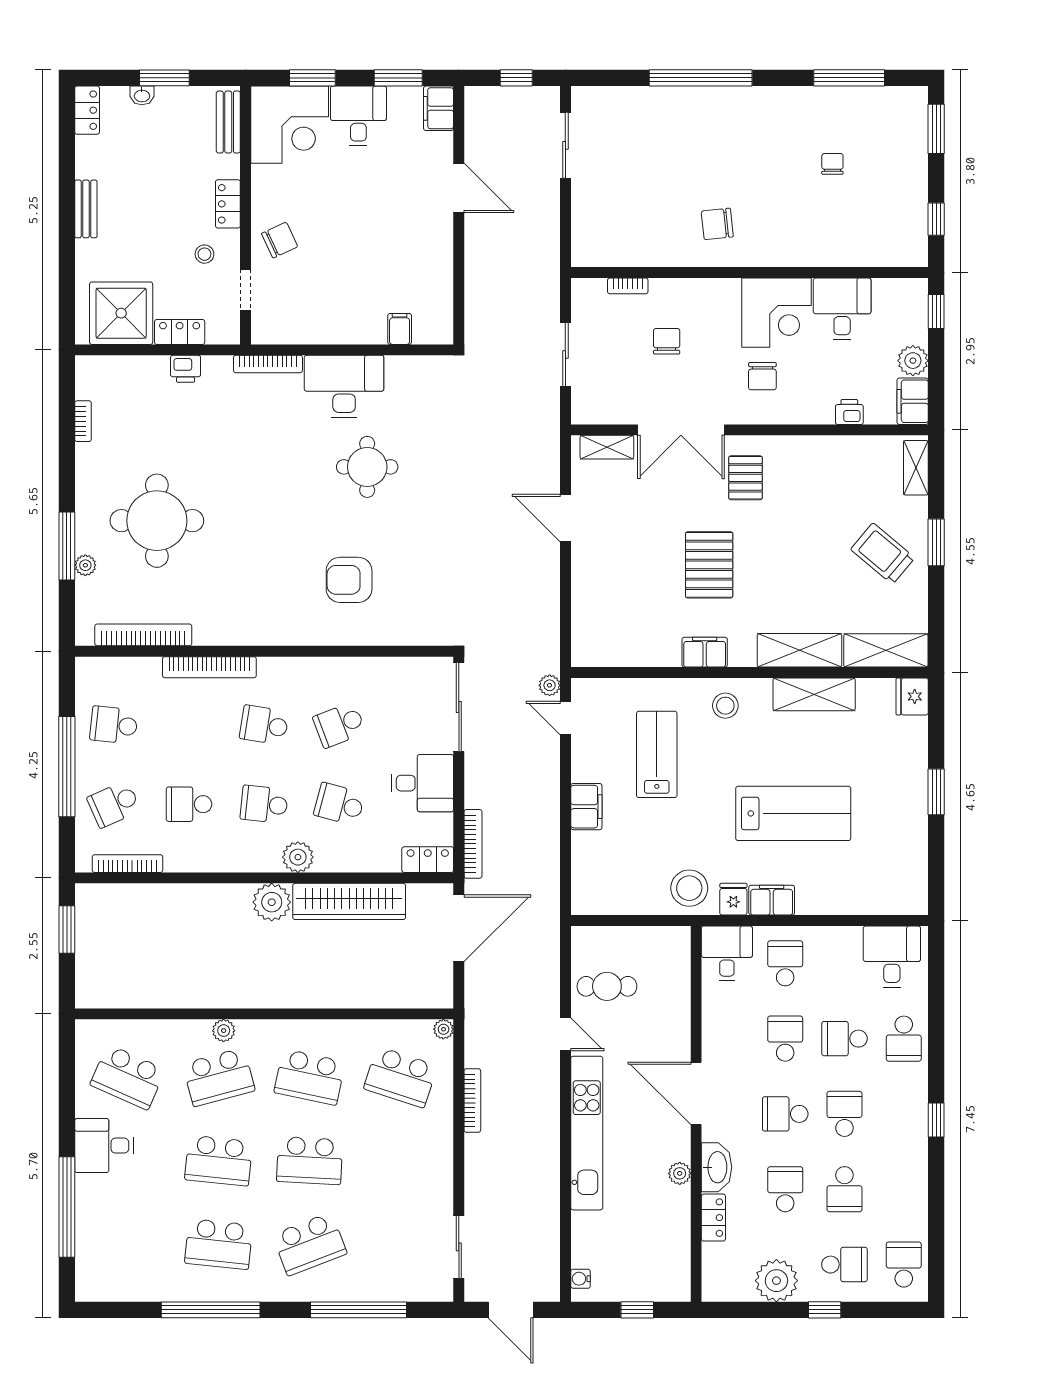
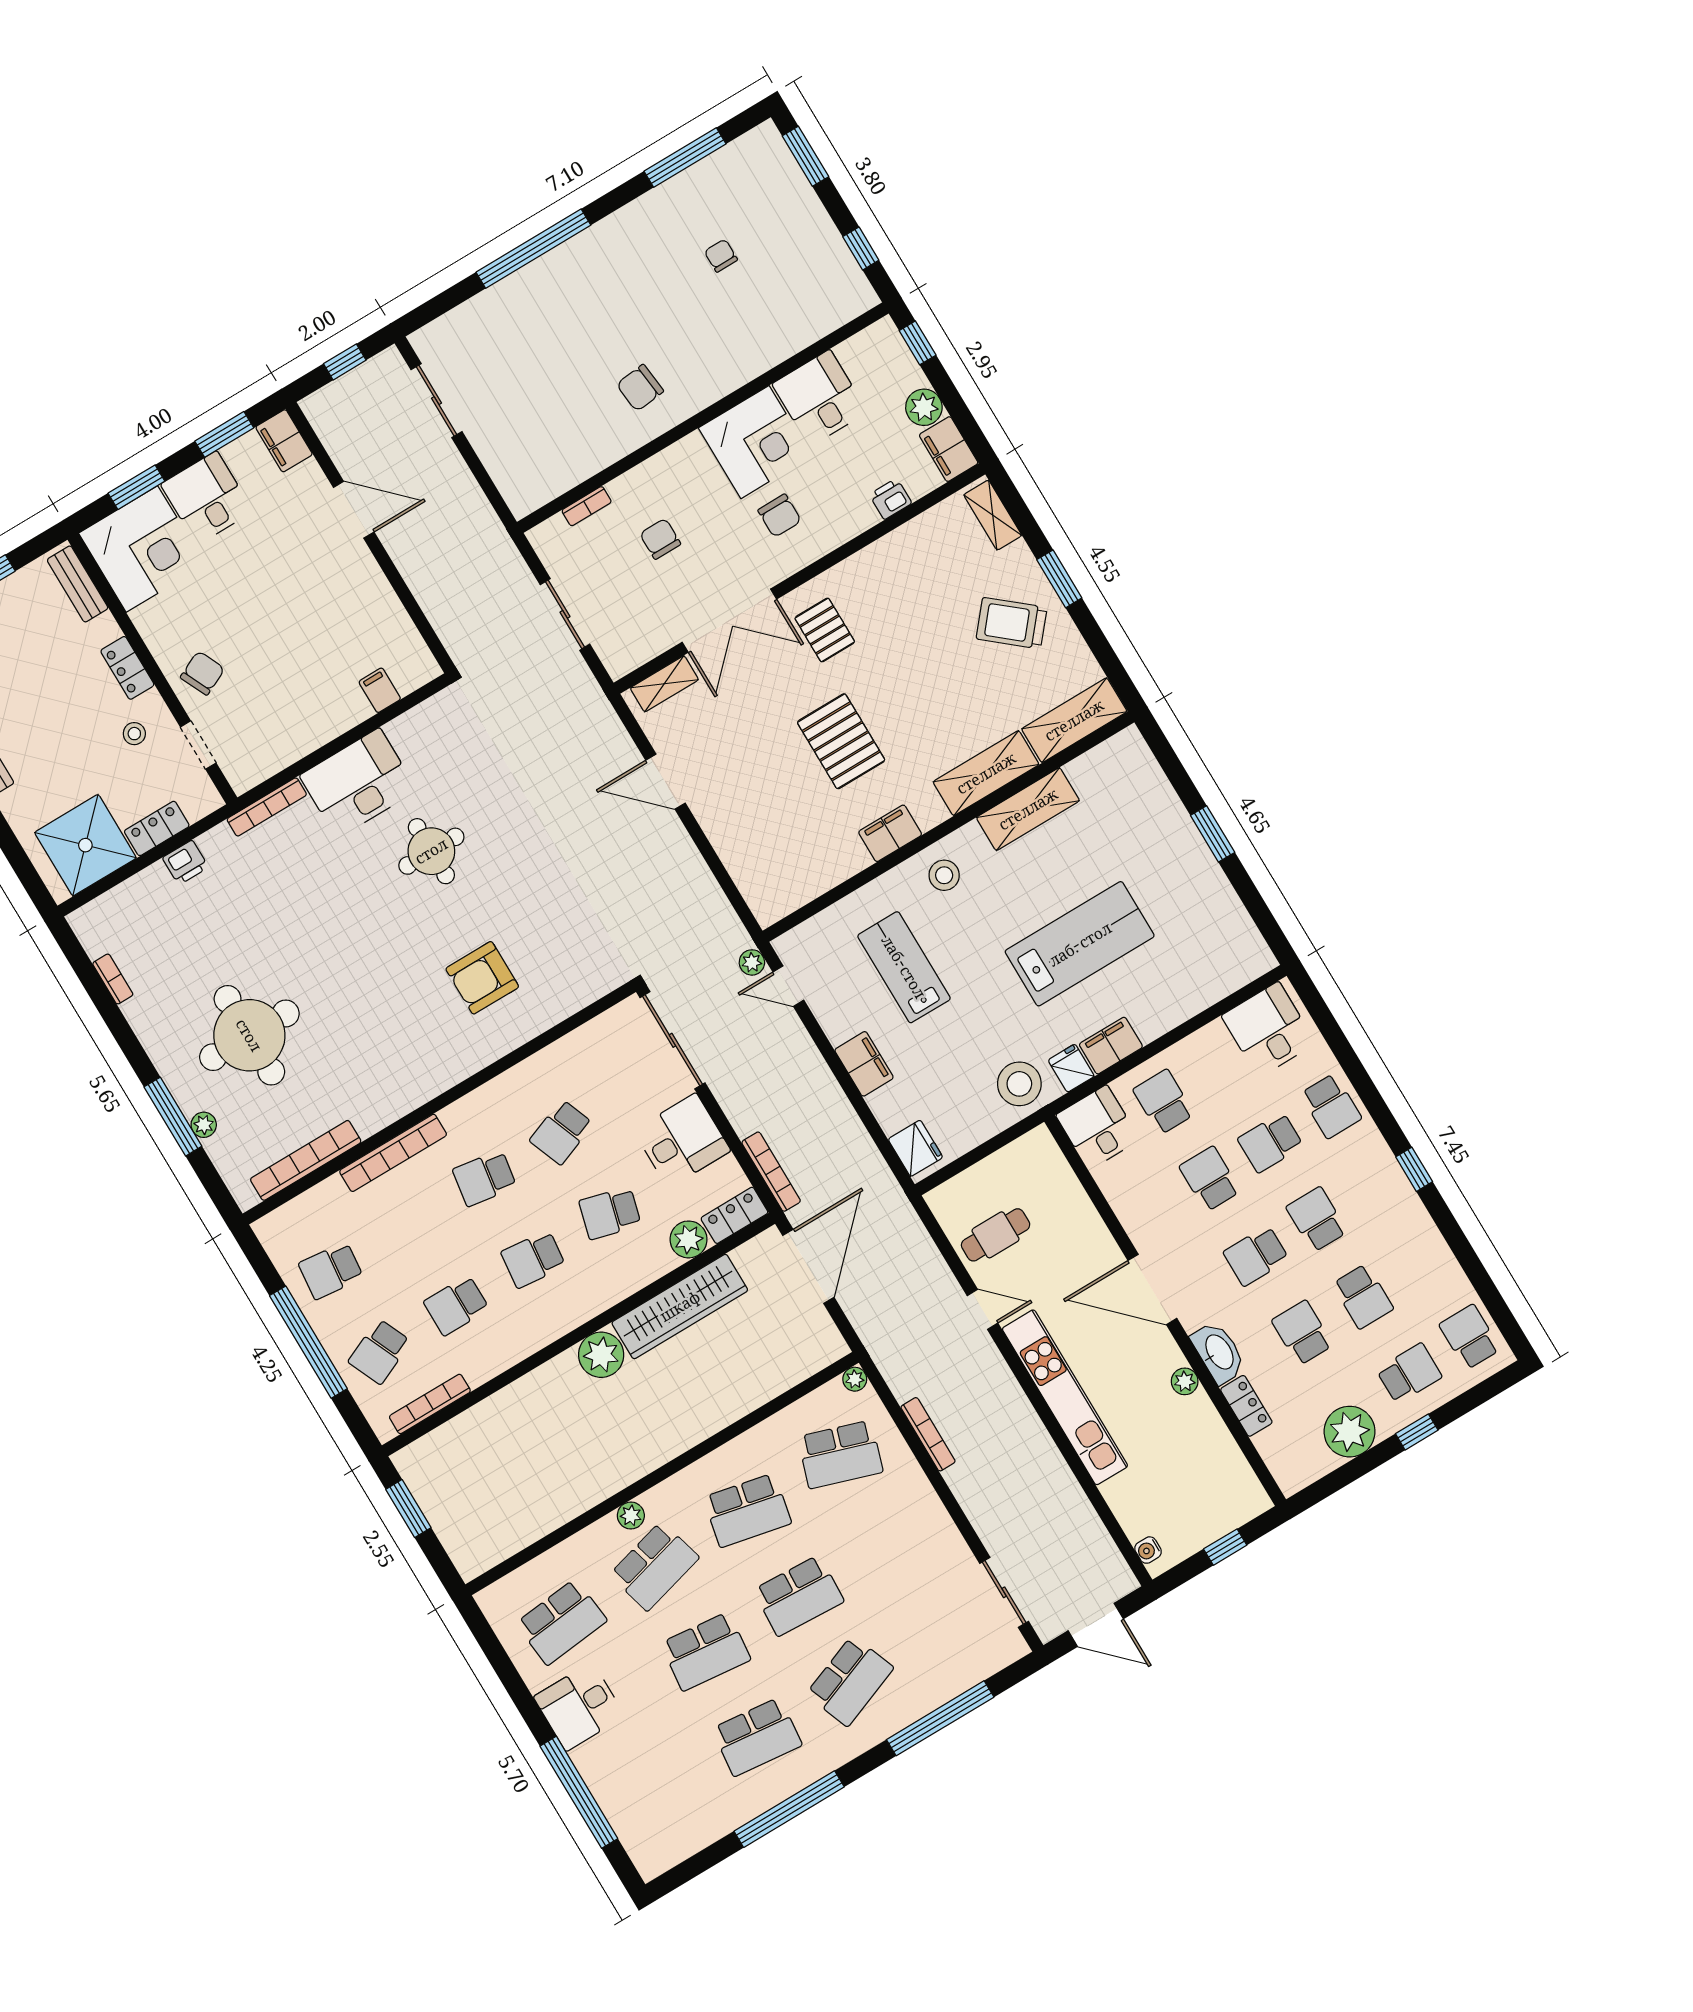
fridge: (912, 696) -> (915, 1148), moved, turned 180
plant: (298, 857) -> (689, 1239), moved
school desk: (128, 1077) -> (561, 1622), turned -30

